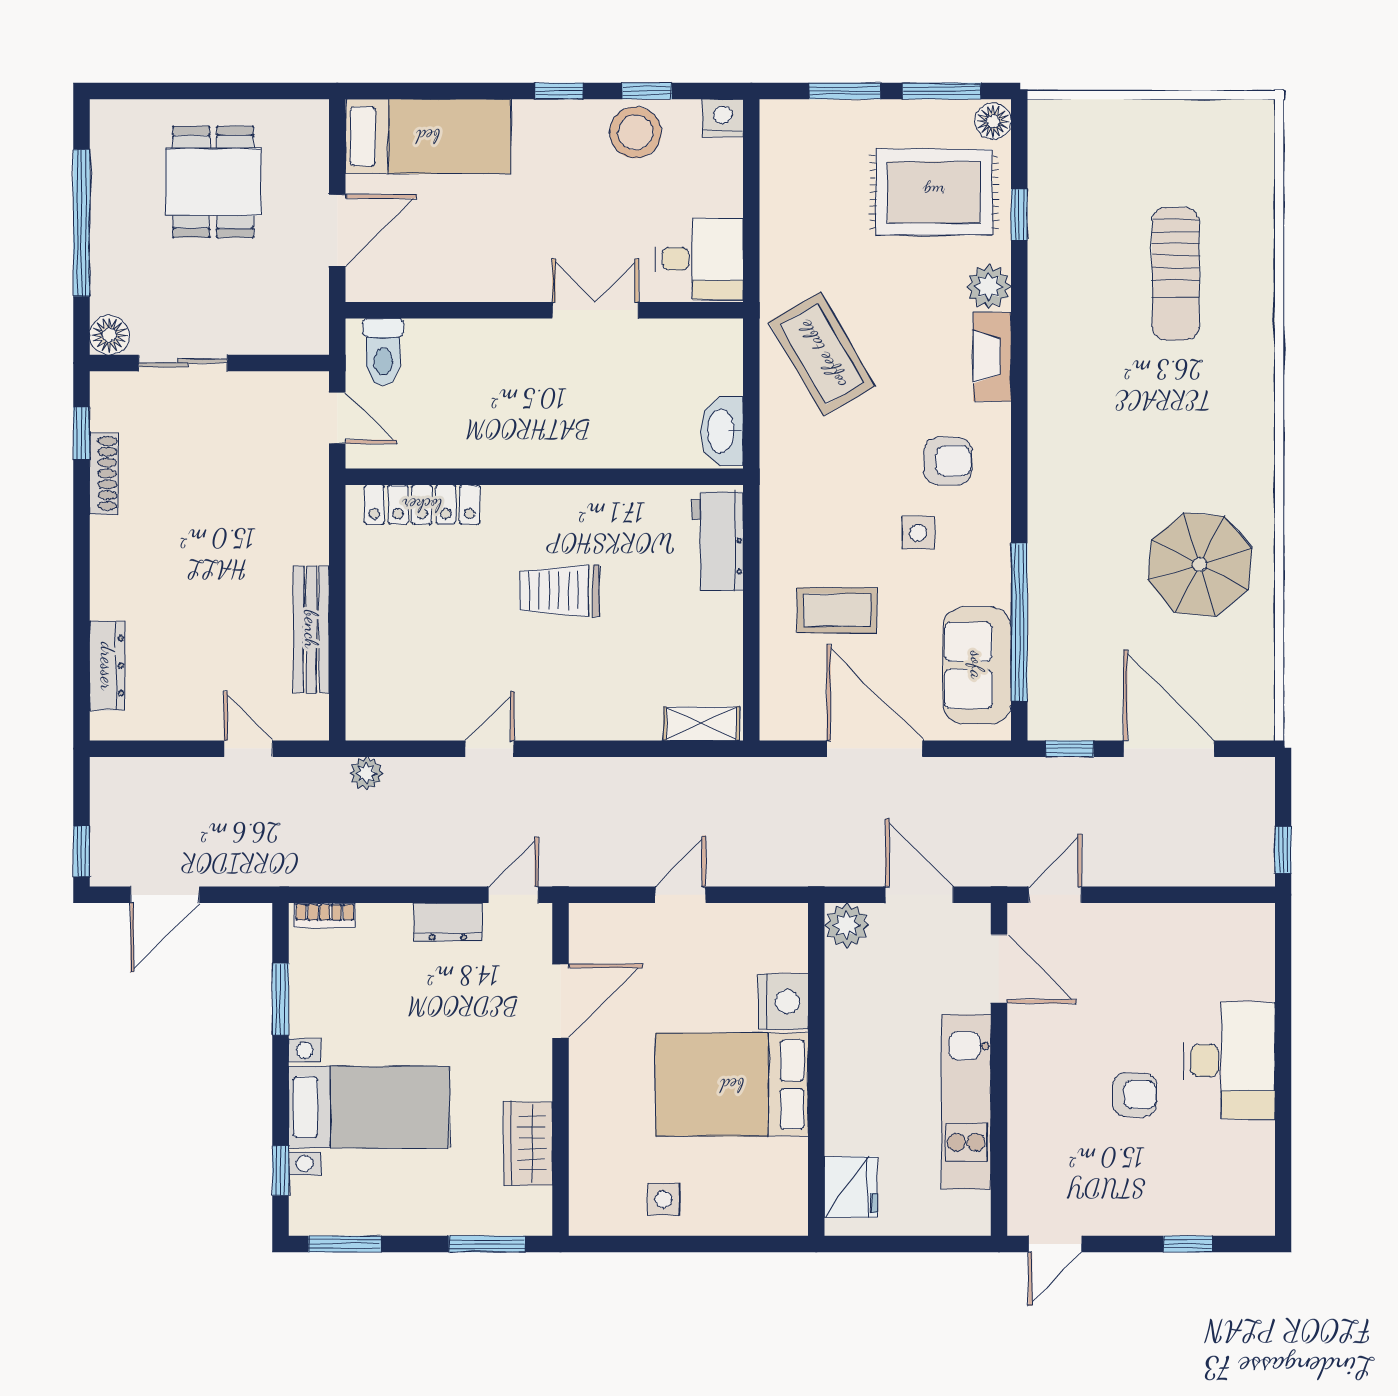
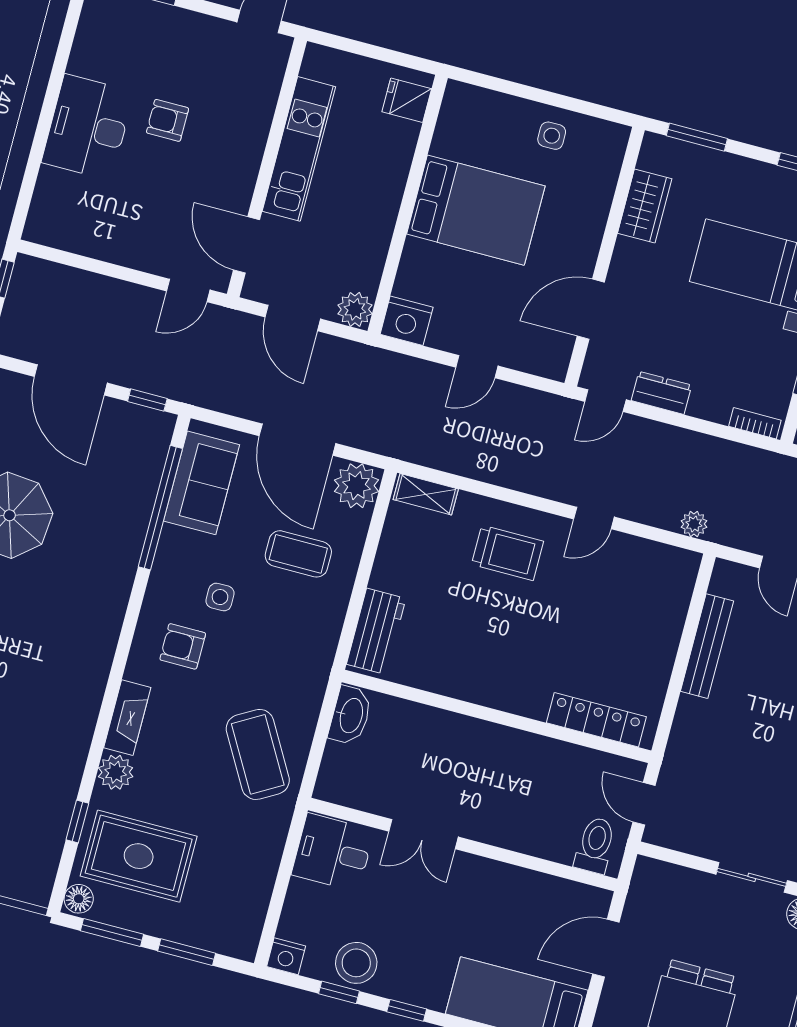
trolley: (559, 591) -> (508, 553), moved
plant: (788, 712) -> (357, 486), added
nightstand: (783, 1002) -> (407, 321), moved, turned -90
fridge: (851, 1187) -> (407, 100), width x0.72

